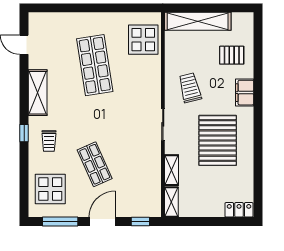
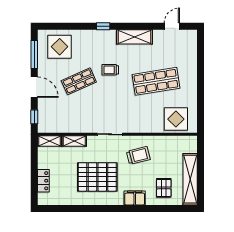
shelving: (198, 21) -> (190, 179), moved
trolley: (49, 141) -> (110, 70), moved
locker: (239, 210) -> (43, 181), moved

